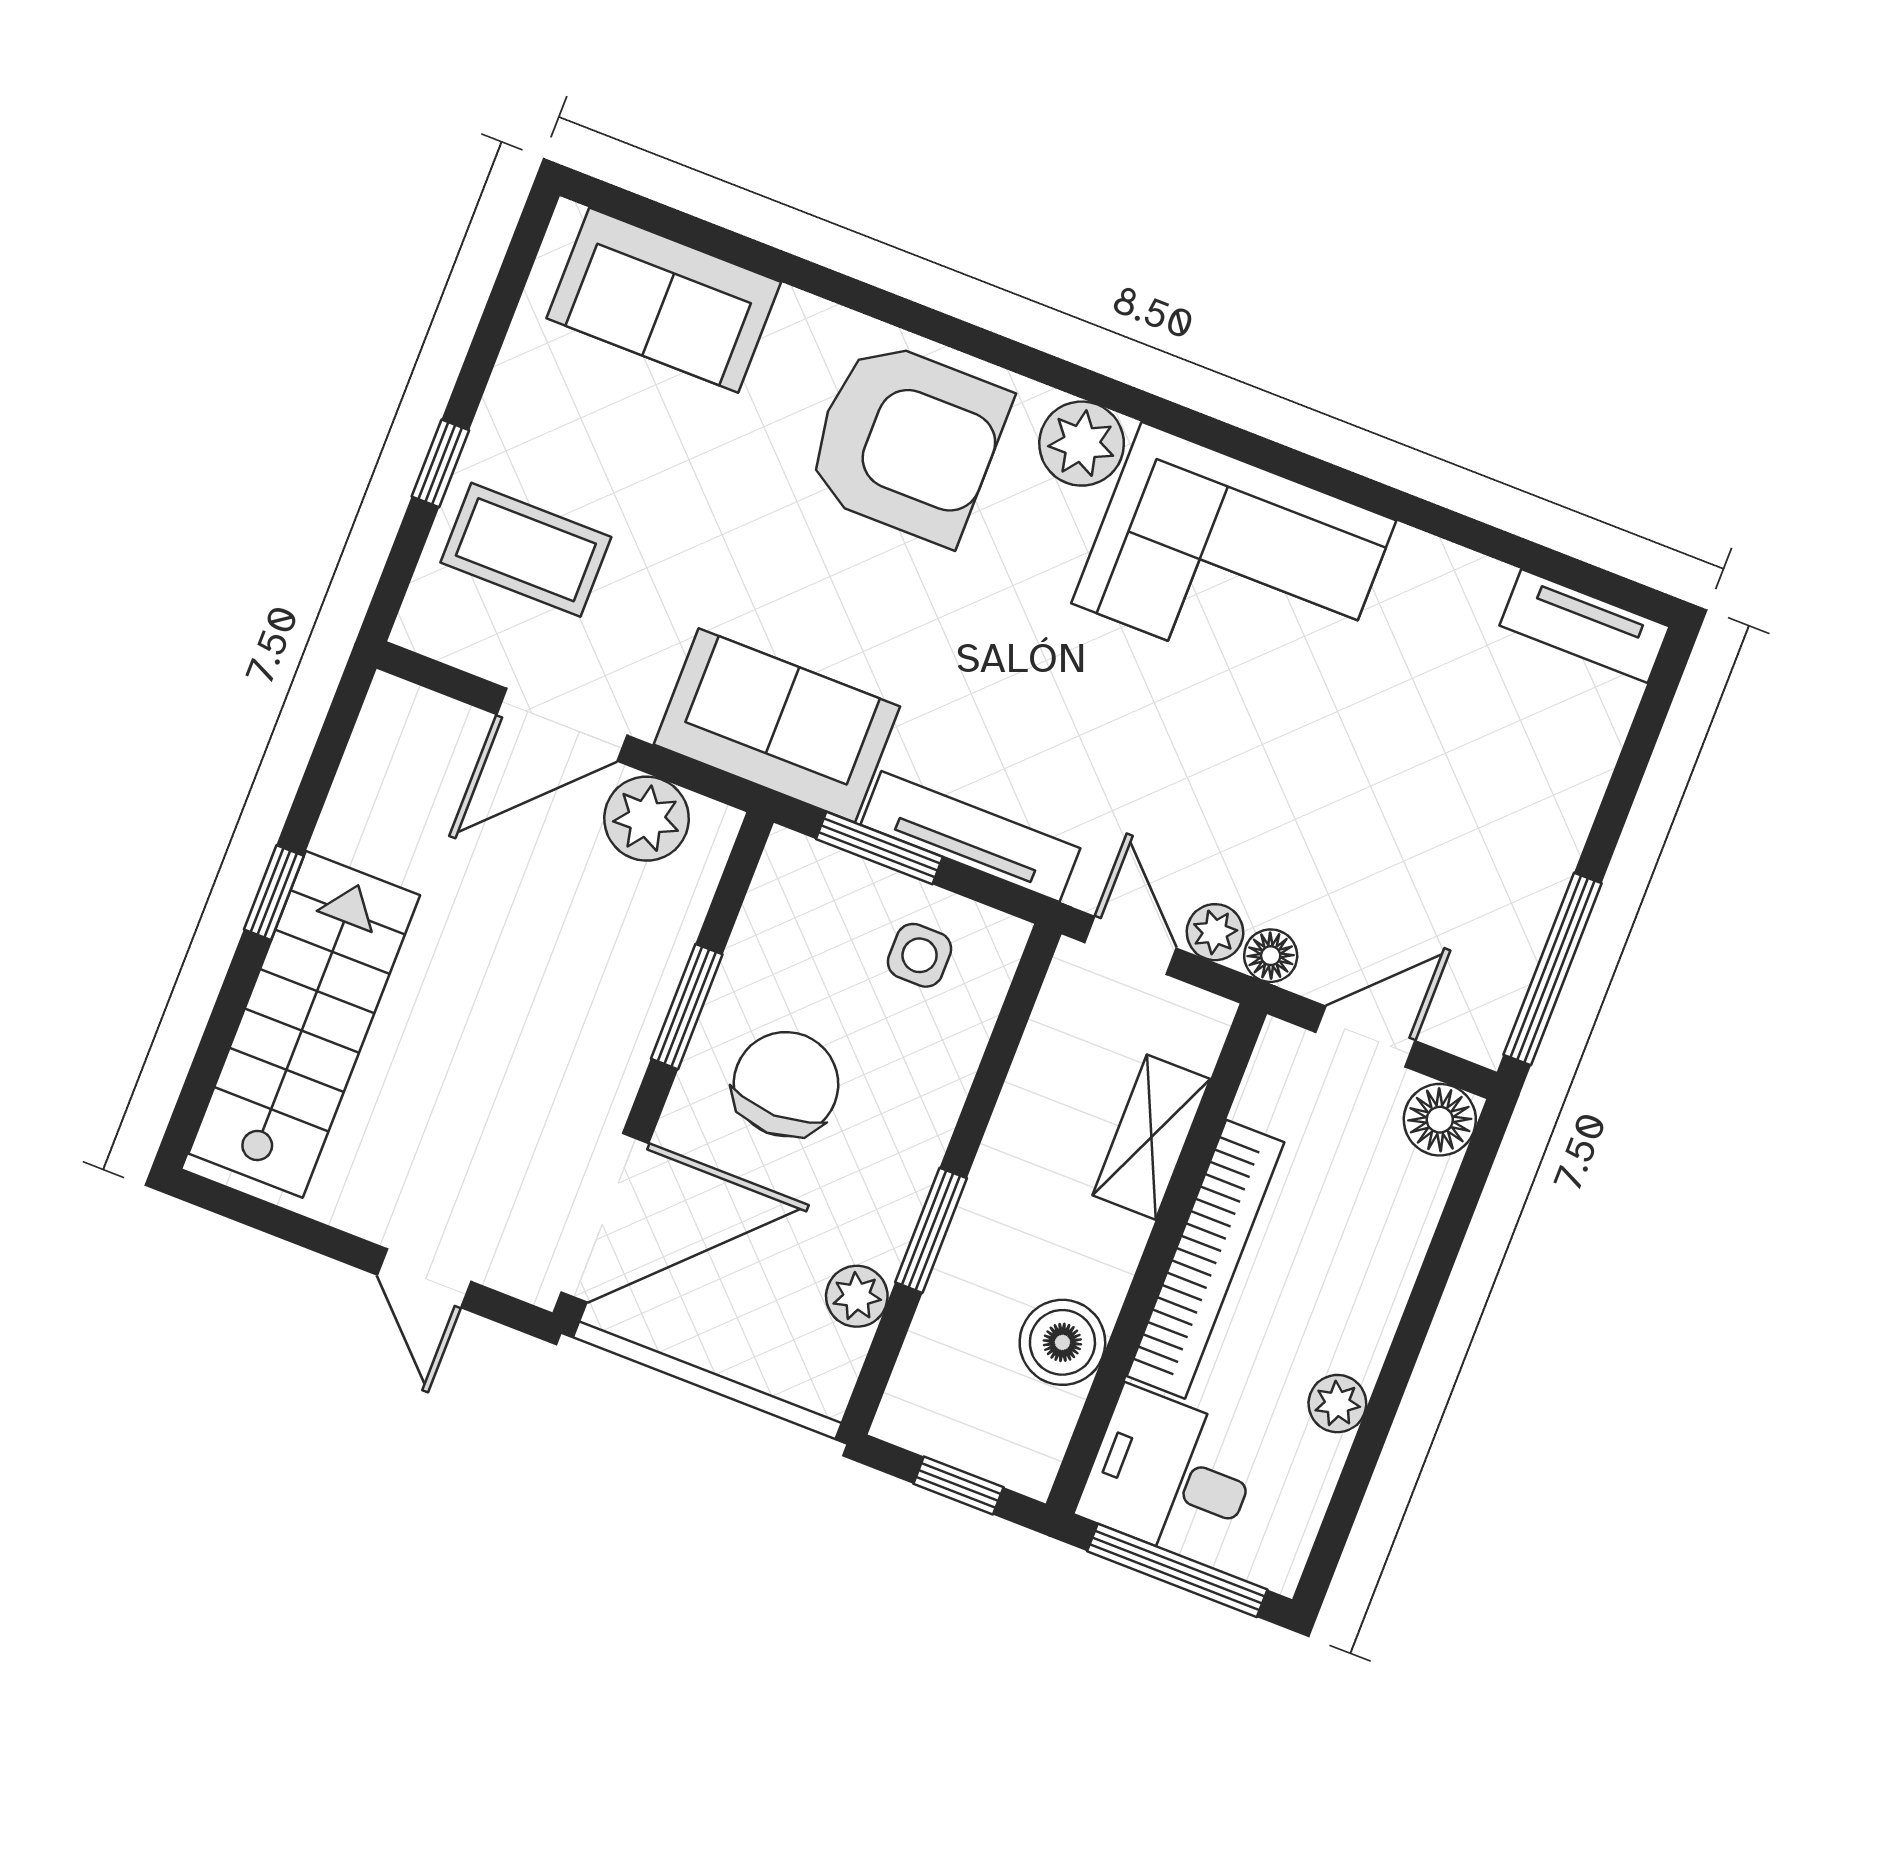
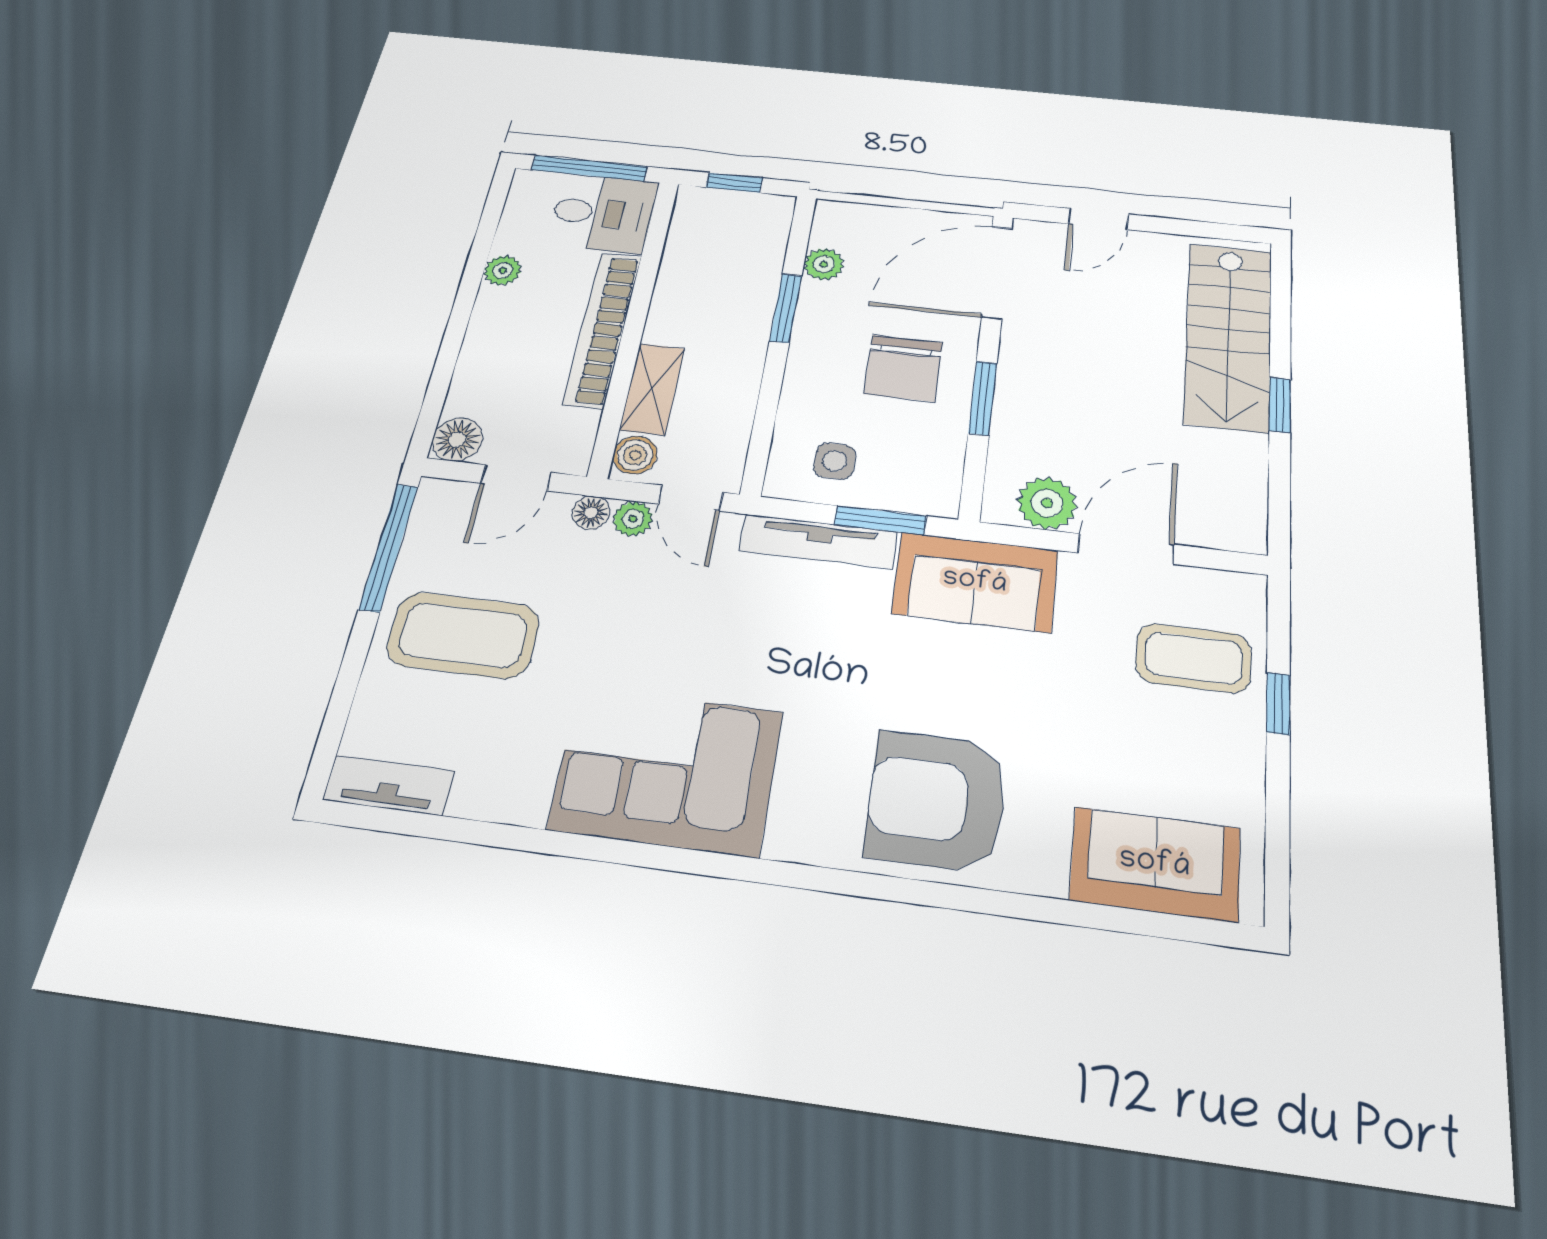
plant: (1082, 444) -> (802, 831), removed
coffee table: (1467, 812) -> (463, 635), added
door: (424, 1278) -> (1098, 219), swing flipped
boiler: (1062, 1342) -> (635, 455), moved, width x0.73, depth x0.73

